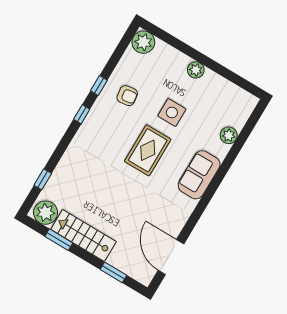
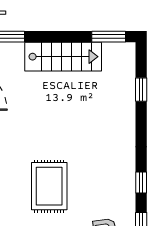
plant: (46, 213) -> (117, 57), removed
window: (59, 240) -> (109, 37), moved

